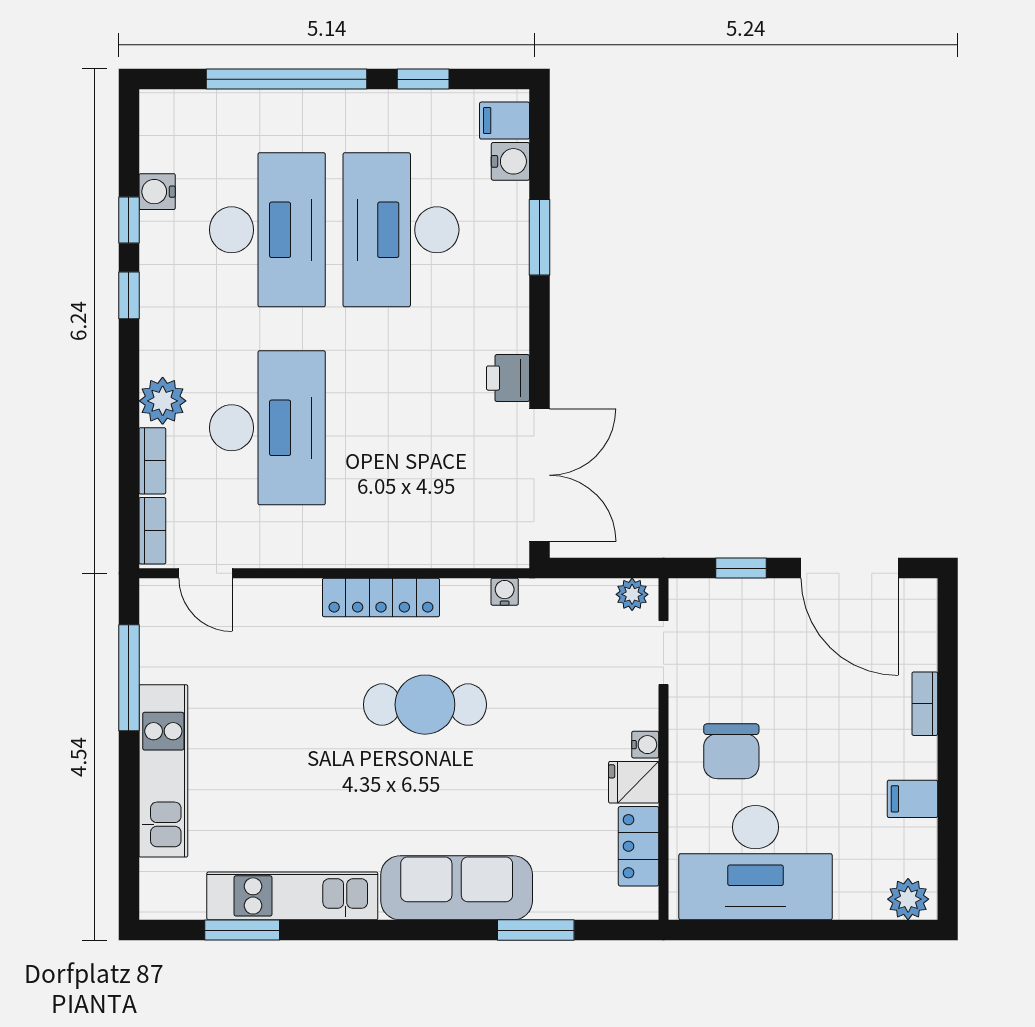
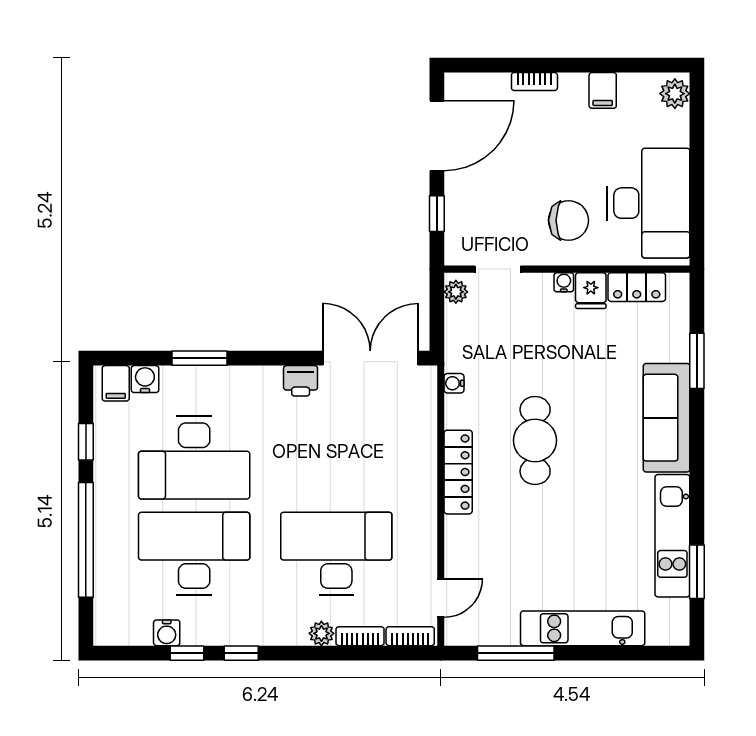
plant: (163, 401) -> (321, 633), width x0.73, depth x0.73

